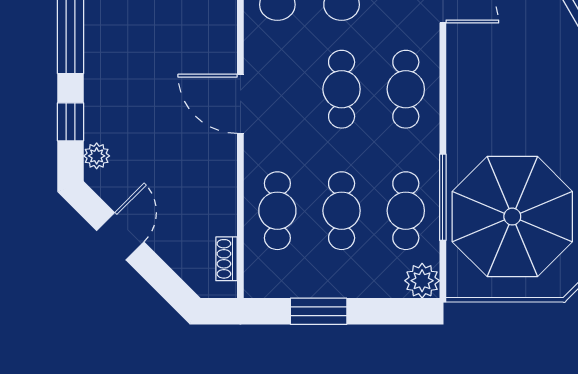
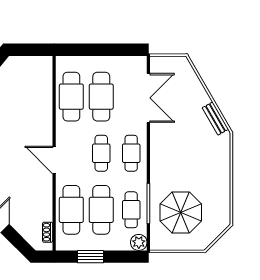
cafe table: (277, 211) -> (71, 210), width x1.37, depth x1.35
cafe table: (342, 211) -> (101, 210), width x1.37, depth x1.35
parasol: (512, 217) -> (181, 213), width x0.73, depth x0.73

